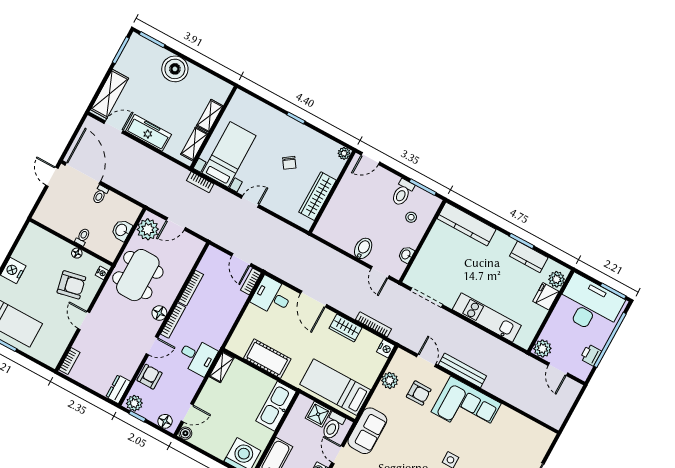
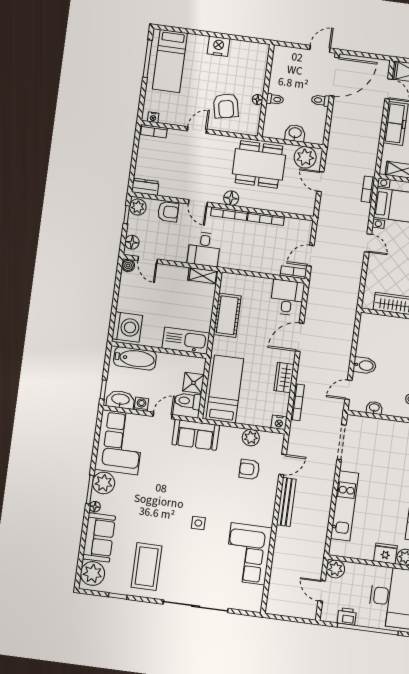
nightstand: (102, 273) -> (153, 117), moved
door: (558, 369) -> (322, 591), hinge flipped
armchair: (419, 393) -> (249, 469), turned 90
corner sofa: (466, 408) -> (248, 554), moved

